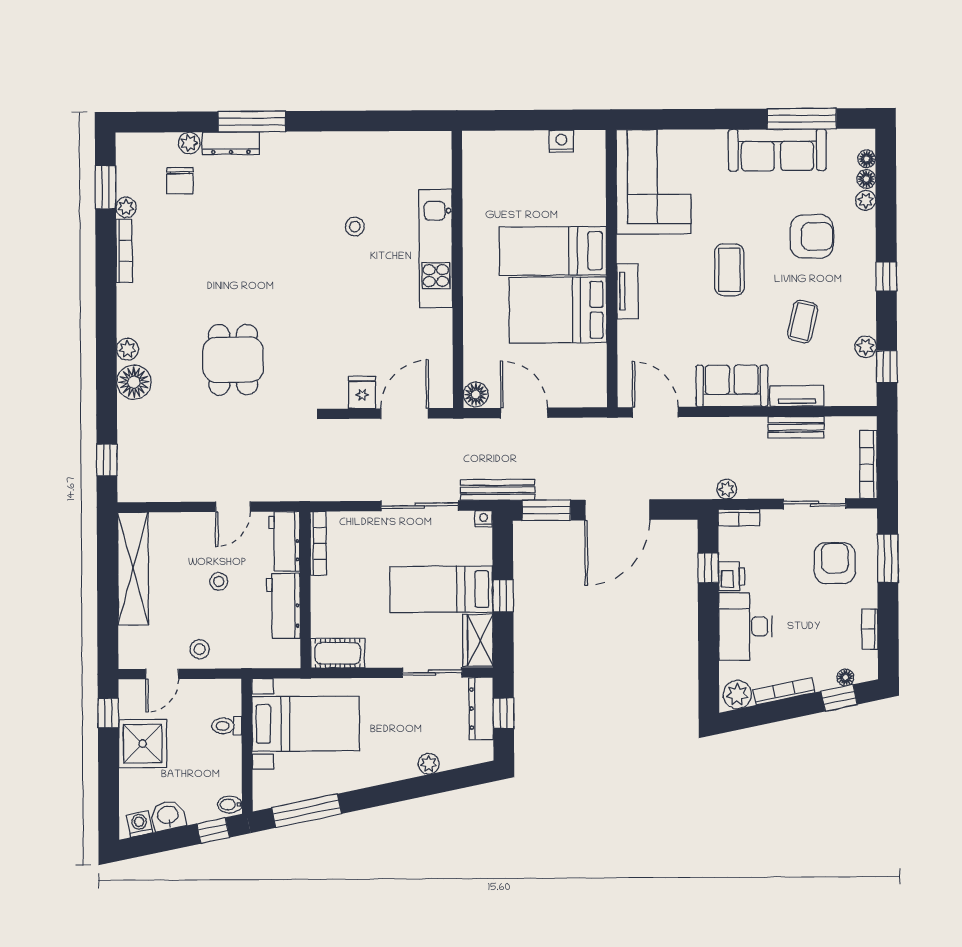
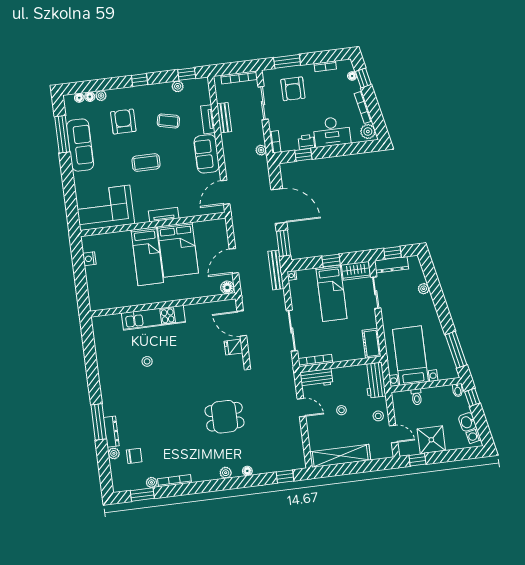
floor lamp: (134, 382) -> (247, 471), width x0.53, depth x0.53
sliding door: (420, 506) -> (292, 331), moved
armchair: (835, 563) -> (293, 89), turned -90
workbench: (283, 606) -> (375, 380), moved, turned 90

